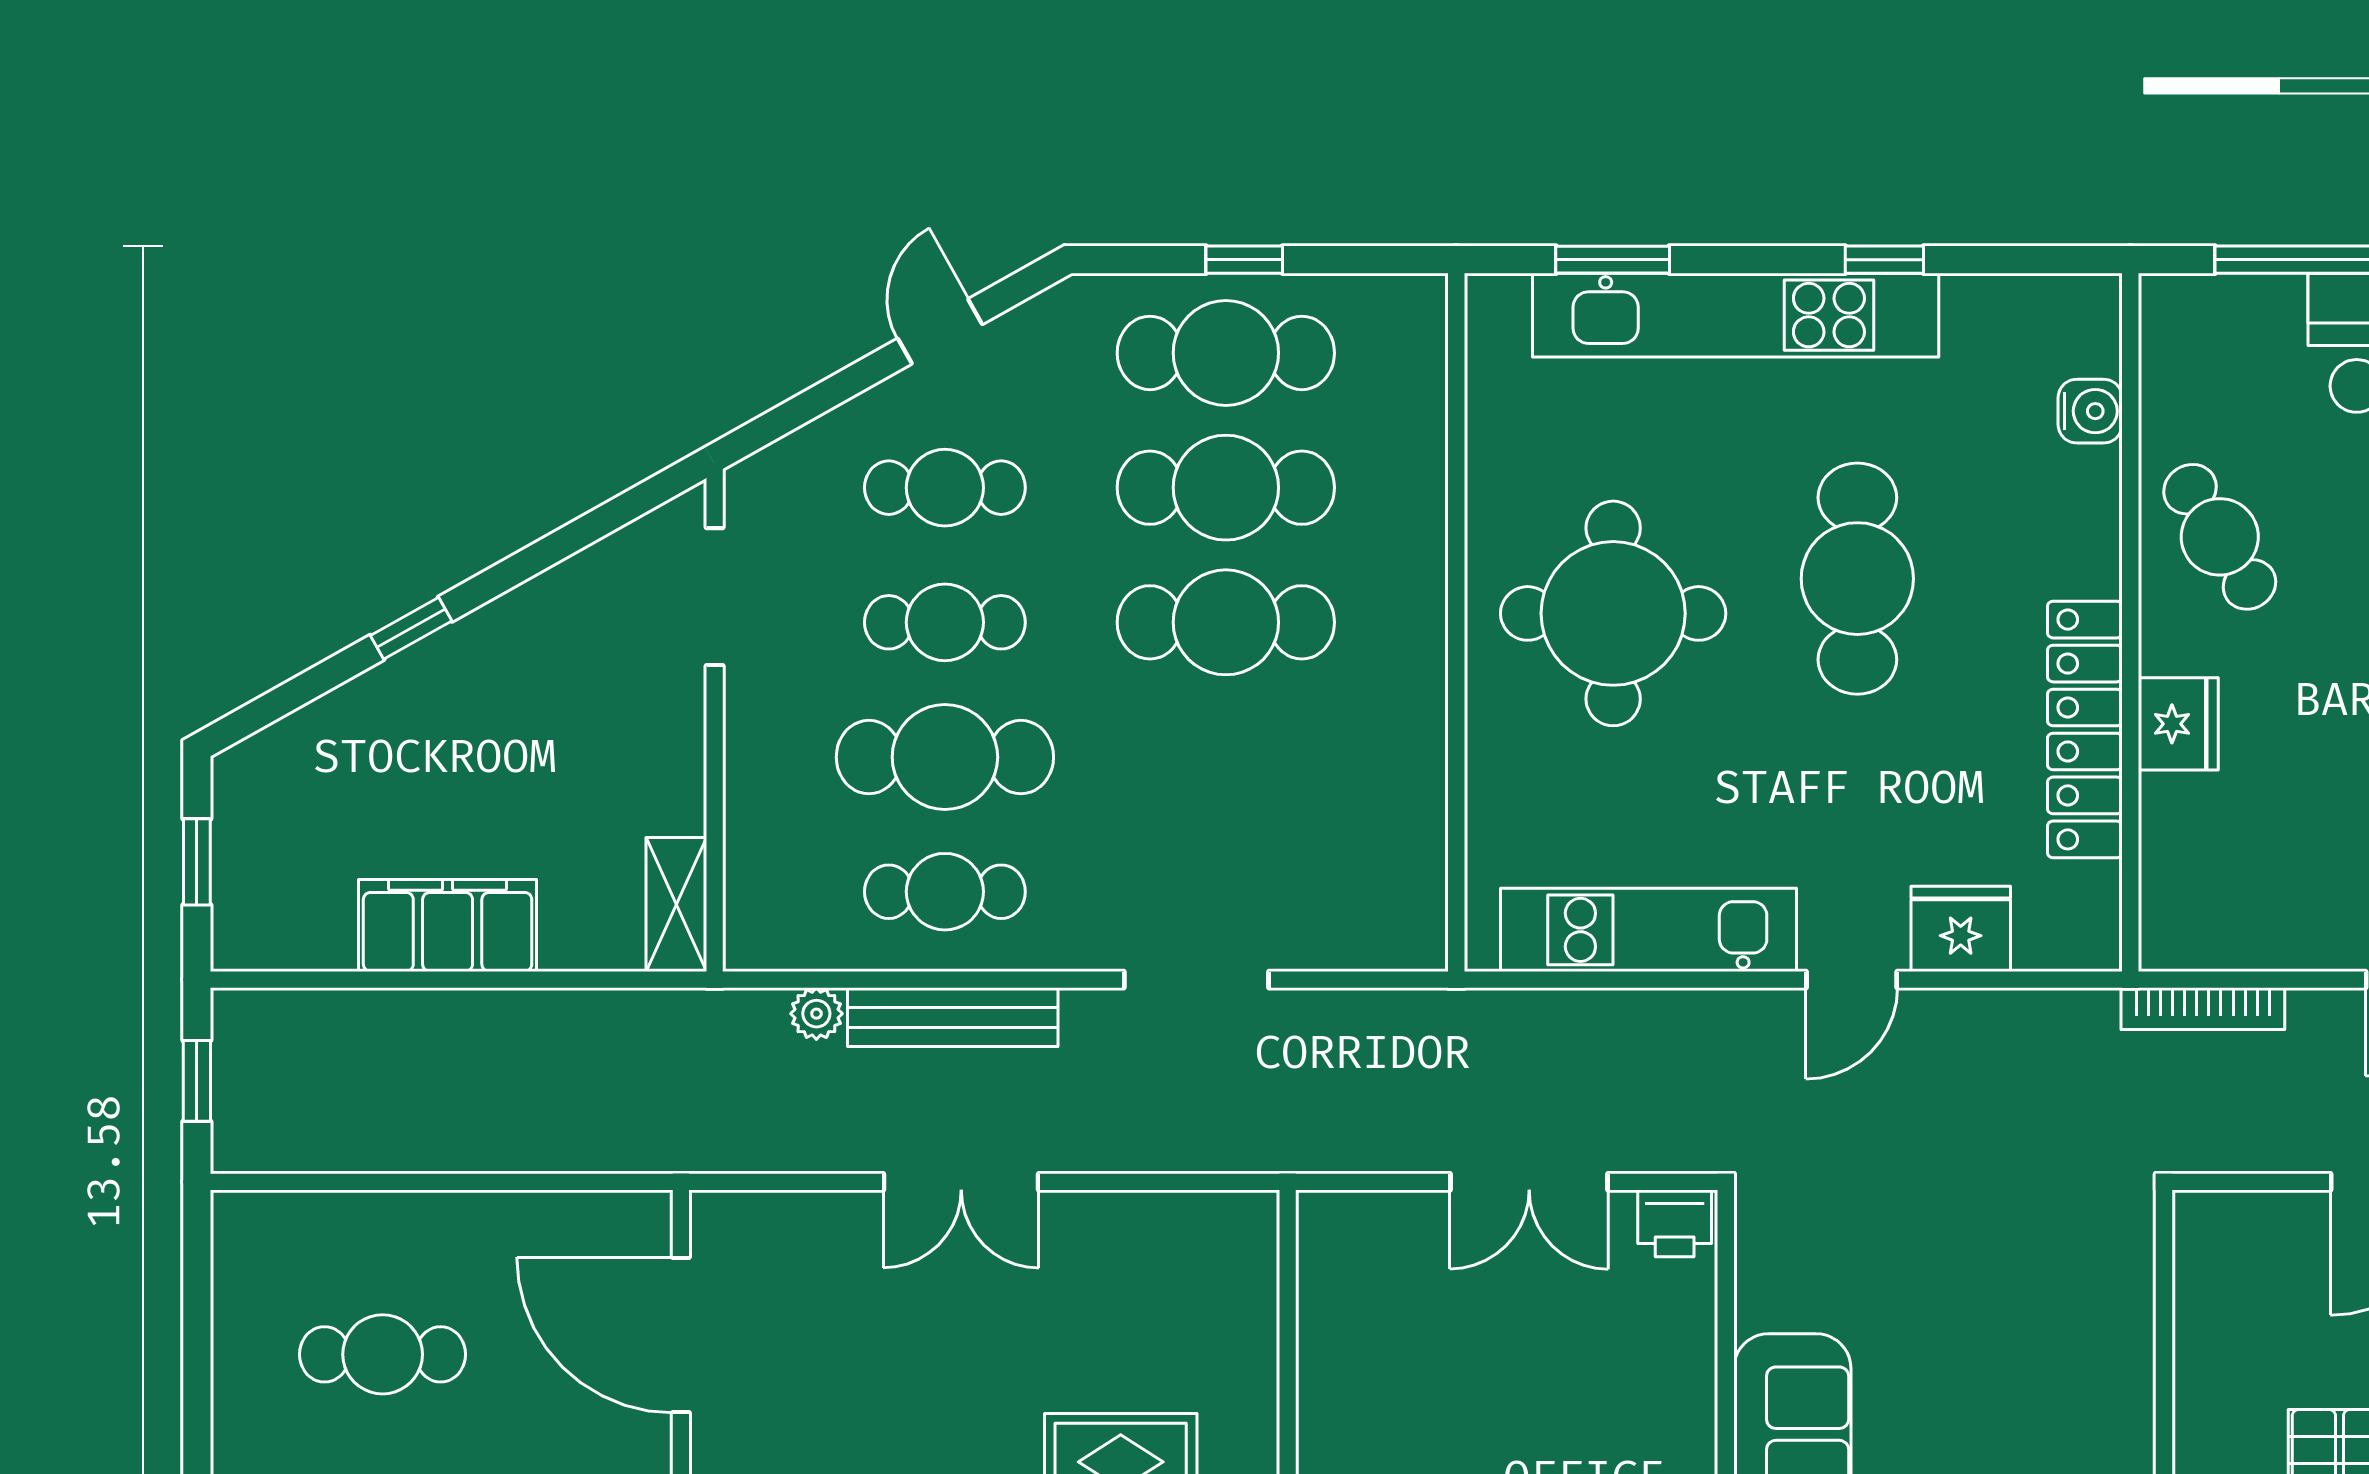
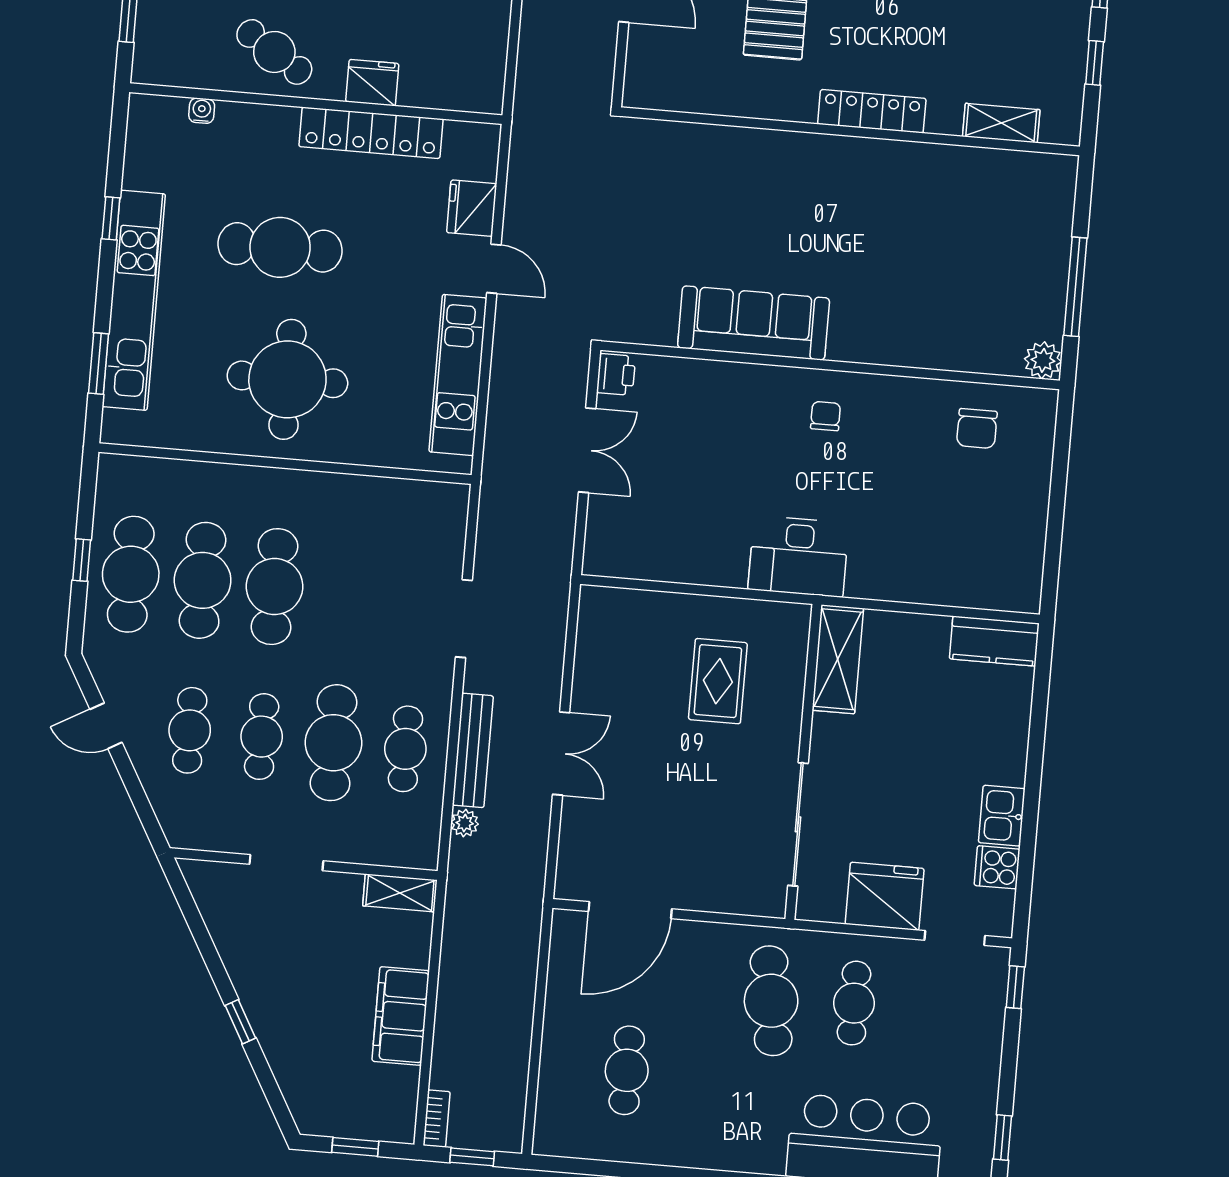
water cooler: (2090, 411) -> (202, 111), width x0.72, depth x0.72
cafe table: (2220, 537) -> (274, 52), turned 65
doorway: (715, 597) -> (286, 863), moved
bookcase: (2203, 1009) -> (437, 1119), moved, width x0.64

